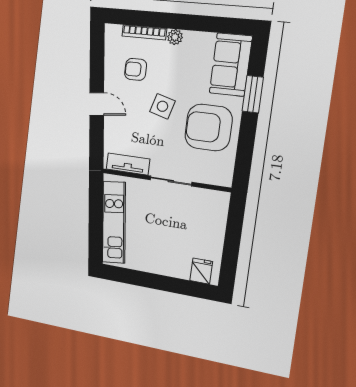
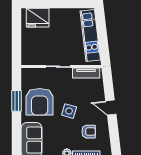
window: (253, 94) -> (17, 101), moved
armchair: (209, 127) -> (40, 102), turned 90
fridge: (201, 271) -> (38, 18), width x1.88, depth x1.34

